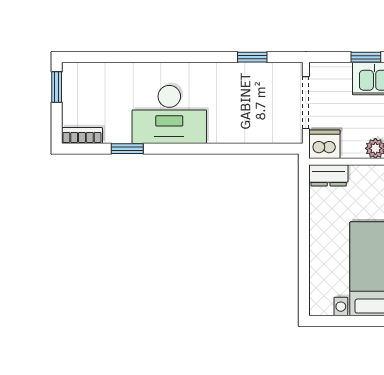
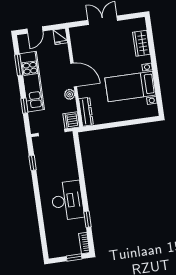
window: (57, 87) -> (74, 258), moved
dresser: (329, 175) -> (86, 112), width x1.44

